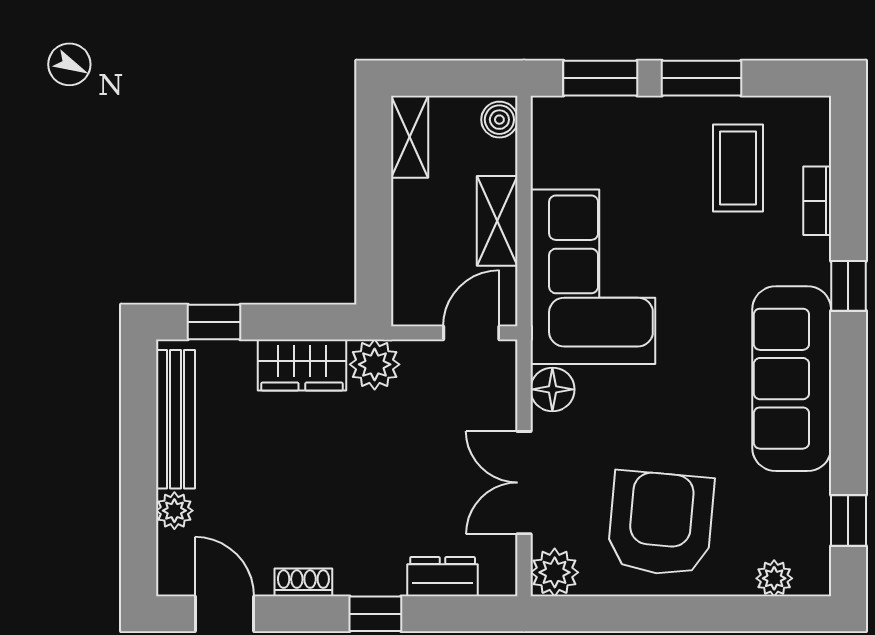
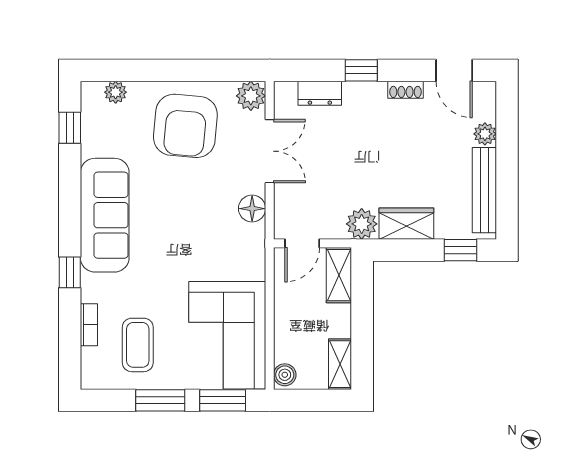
shelving: (497, 221) -> (339, 275), moved
corner sofa: (593, 277) -> (227, 335), moved

